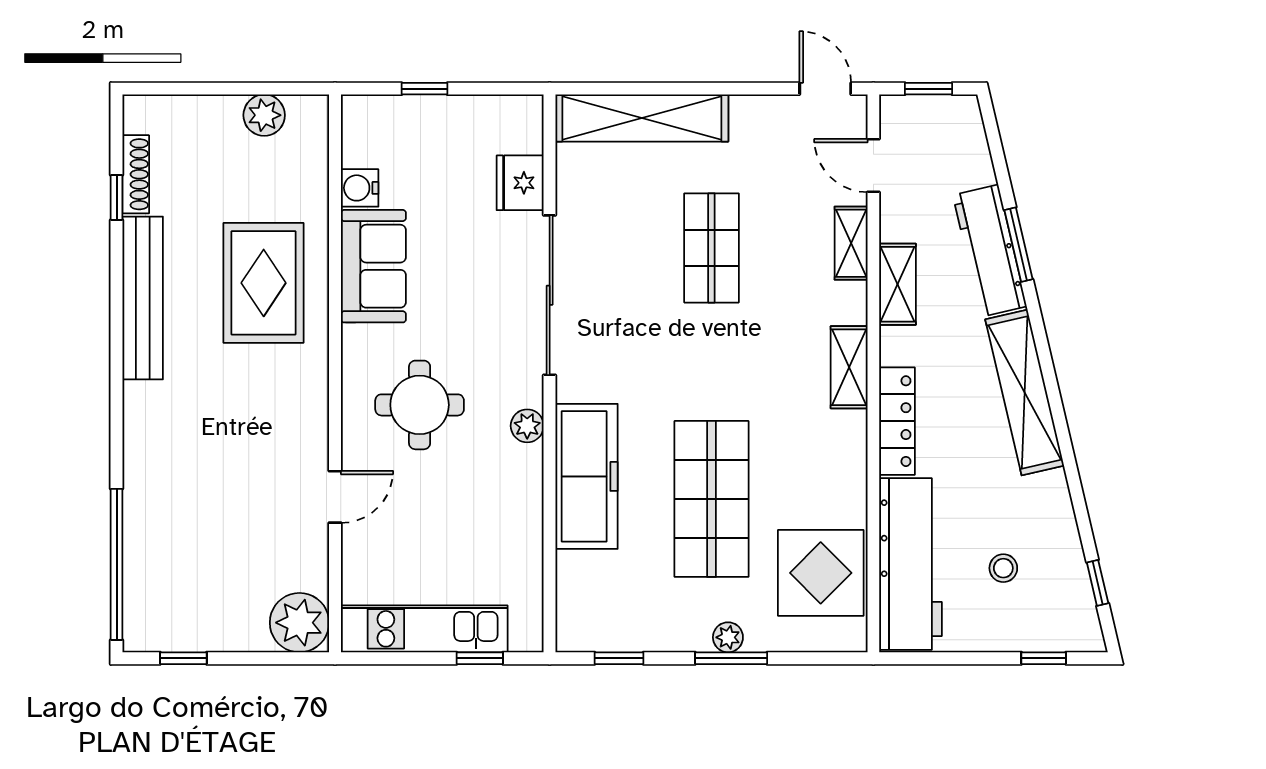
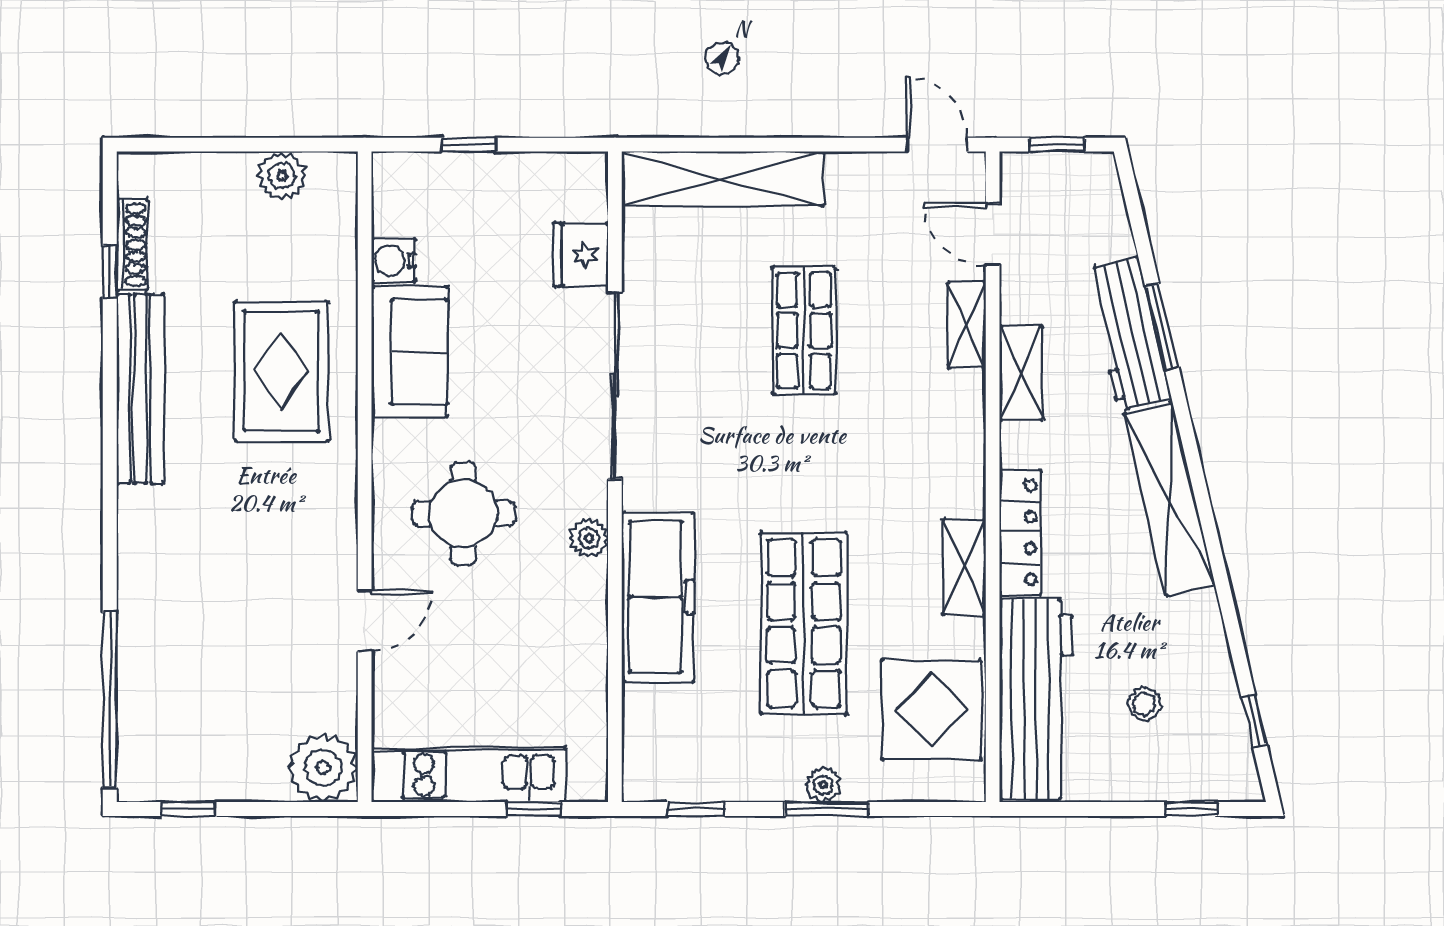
shelving: (849, 367) -> (964, 568), moved

